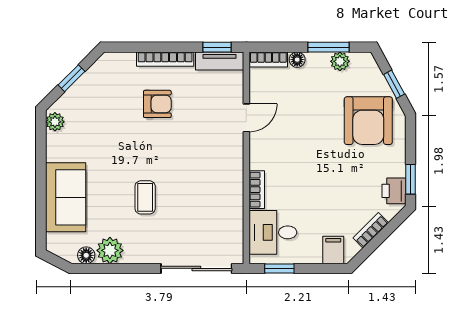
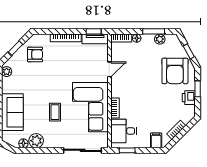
armchair: (157, 104) -> (35, 54), moved
window: (410, 179) -> (198, 89), moved
corner sofa: (211, 188) -> (90, 107), added
printer: (394, 191) -> (189, 98), moved

